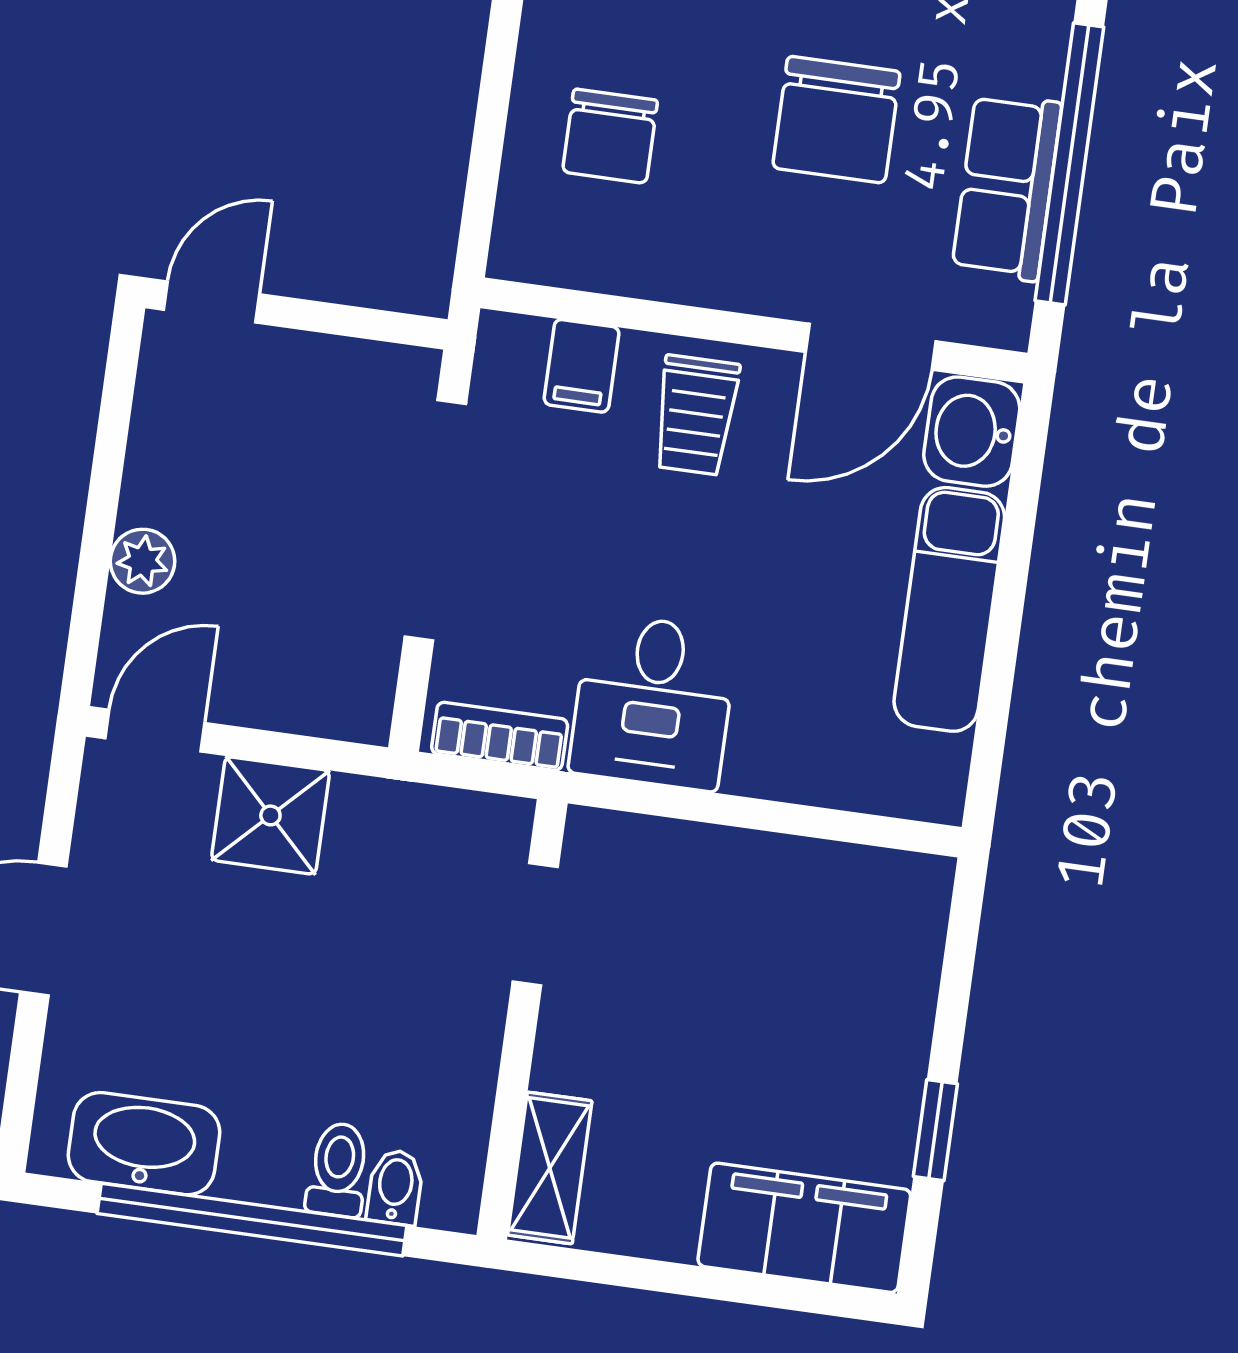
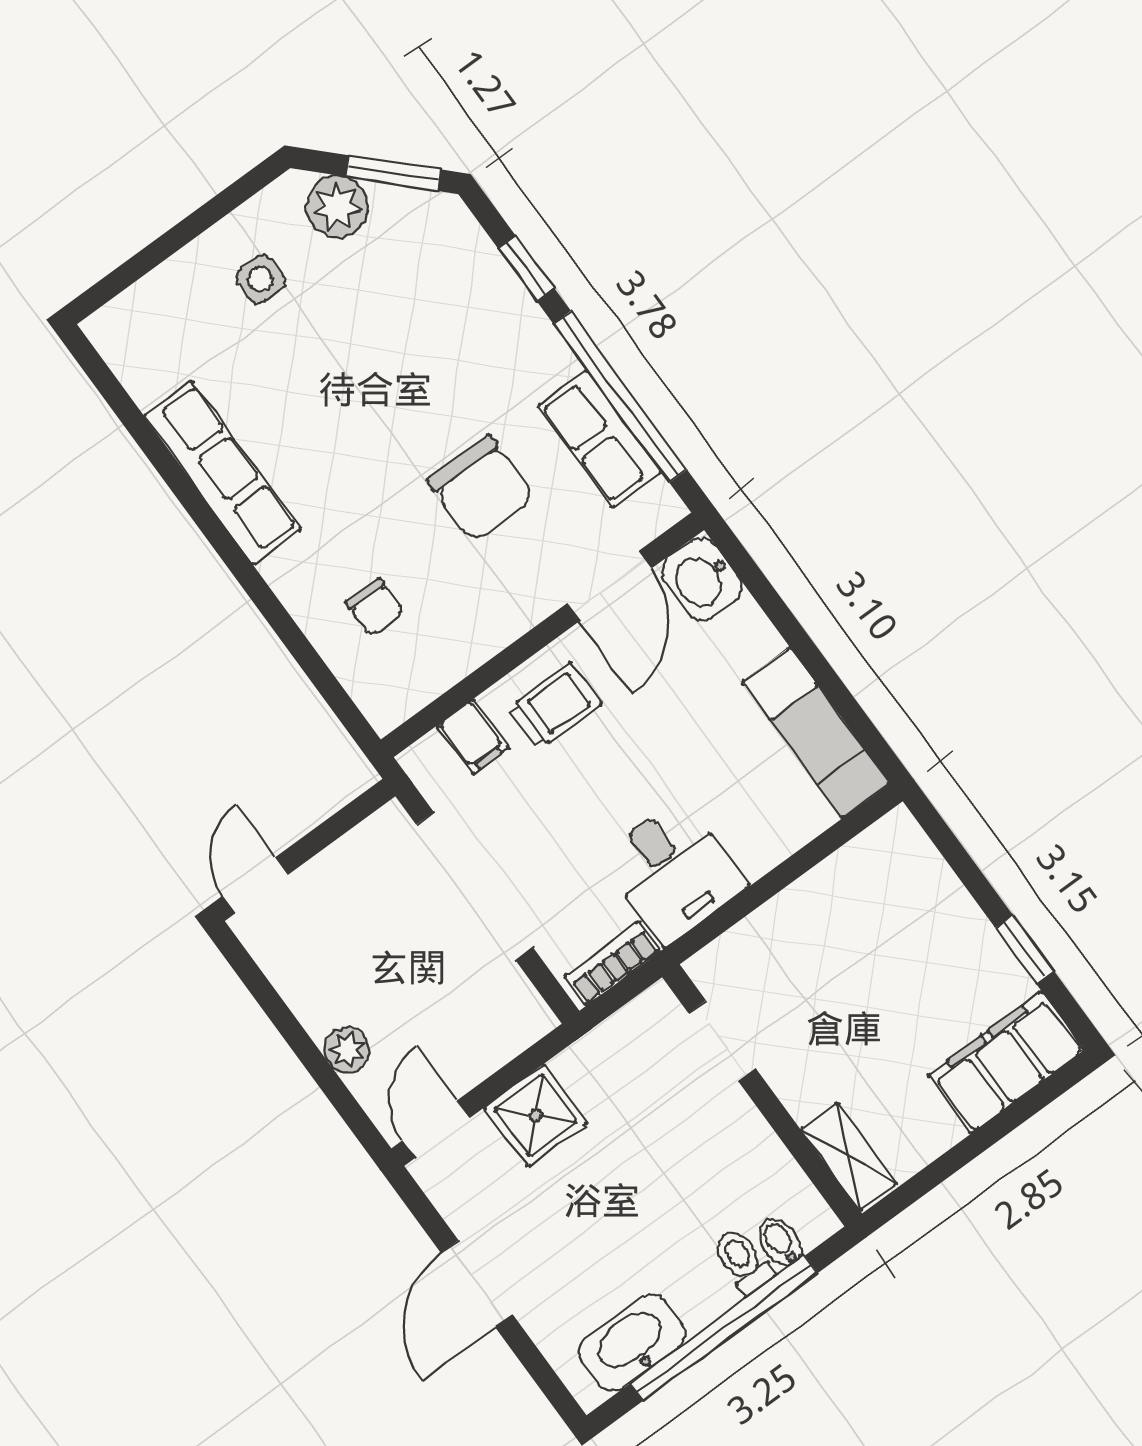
chair: (610, 136) -> (375, 607), width x0.73, depth x0.73
trolley: (696, 415) -> (555, 706), turned -90
exam couch: (949, 609) -> (816, 733), moved

